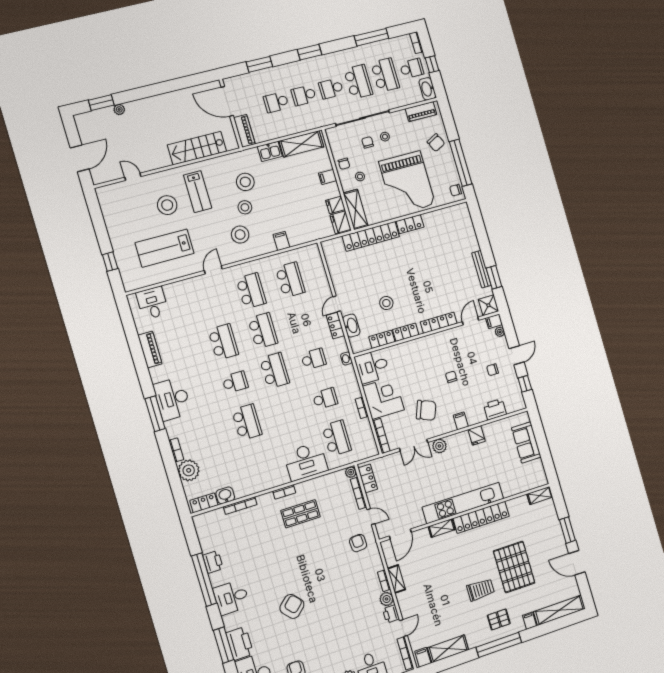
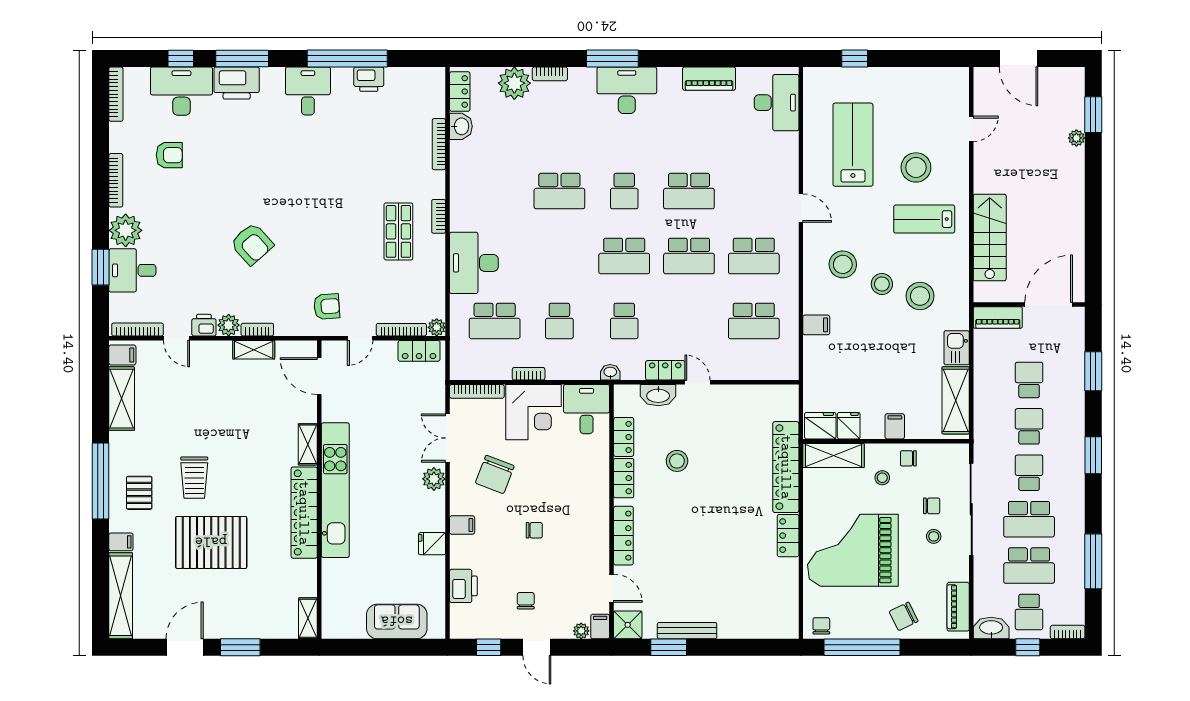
desk: (152, 303) -> (777, 103), width x1.37
armchair: (292, 606) -> (252, 244), moved

